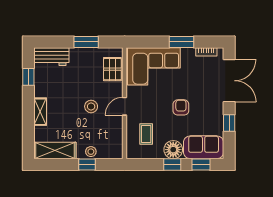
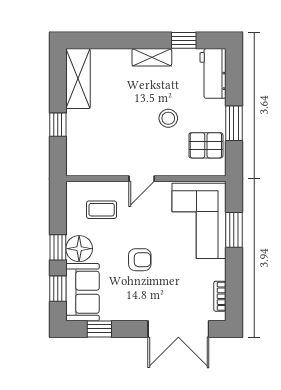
window: (182, 42) -> (234, 230), moved
pallet: (112, 69) -> (206, 145), moved
stool: (91, 106) -> (168, 118), moved
door: (125, 106) -> (142, 179), swing flipped
shelving: (40, 112) -> (152, 57), moved
window: (229, 123) -> (99, 329), moved
stool: (91, 152) -> (76, 130), removed

